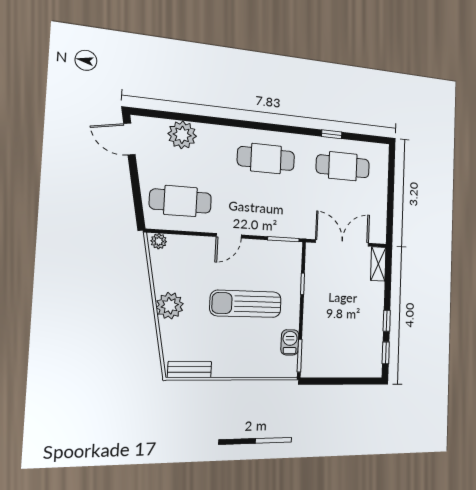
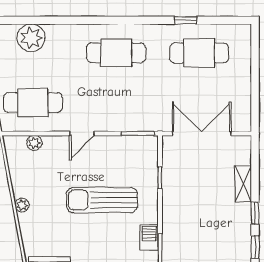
plant: (159, 241) -> (34, 143), moved
shelving: (378, 264) -> (243, 184), moved
plant: (170, 306) -> (22, 205), width x0.53, depth x0.53

